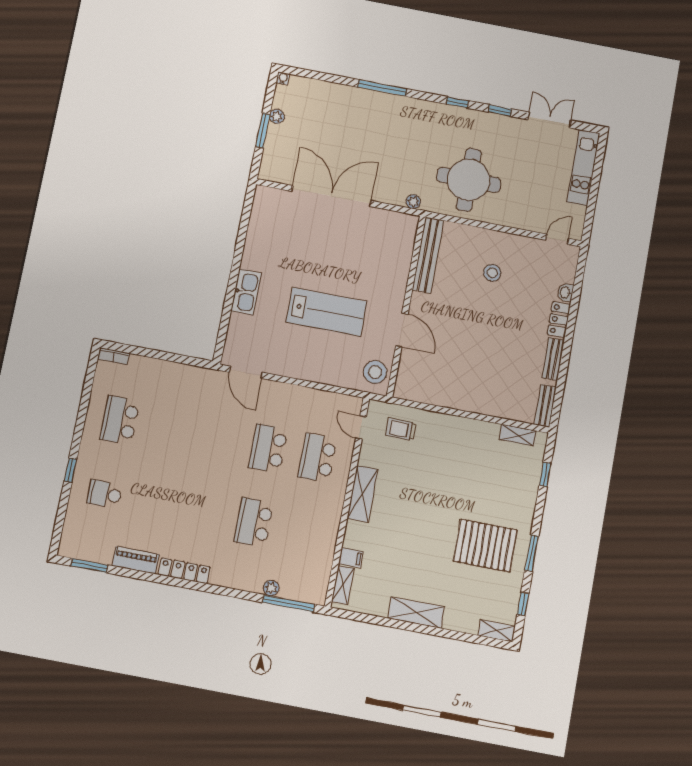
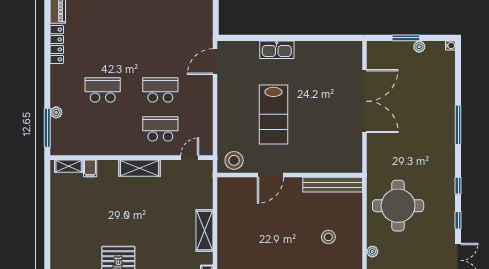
plant: (413, 202) -> (372, 252), moved
trolley: (401, 429) -> (194, 188), removed
shelving: (416, 612) -> (204, 230), moved

